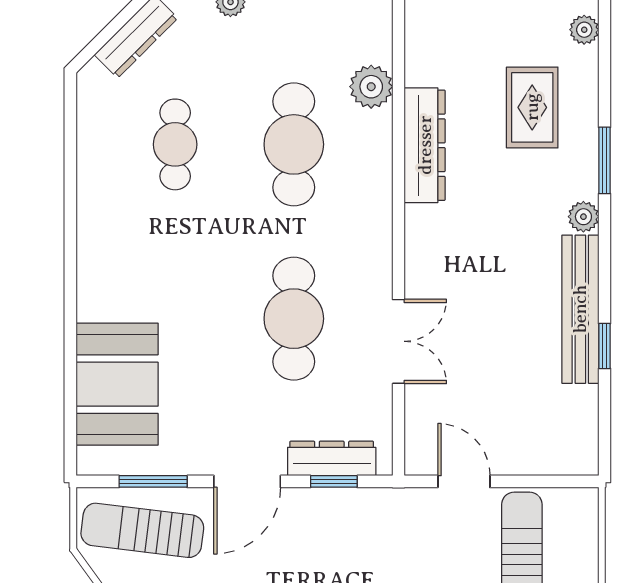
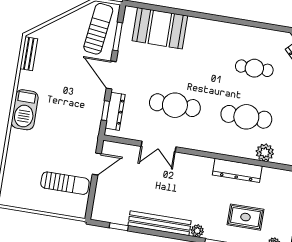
window: (605, 346) -> (119, 227), moved

